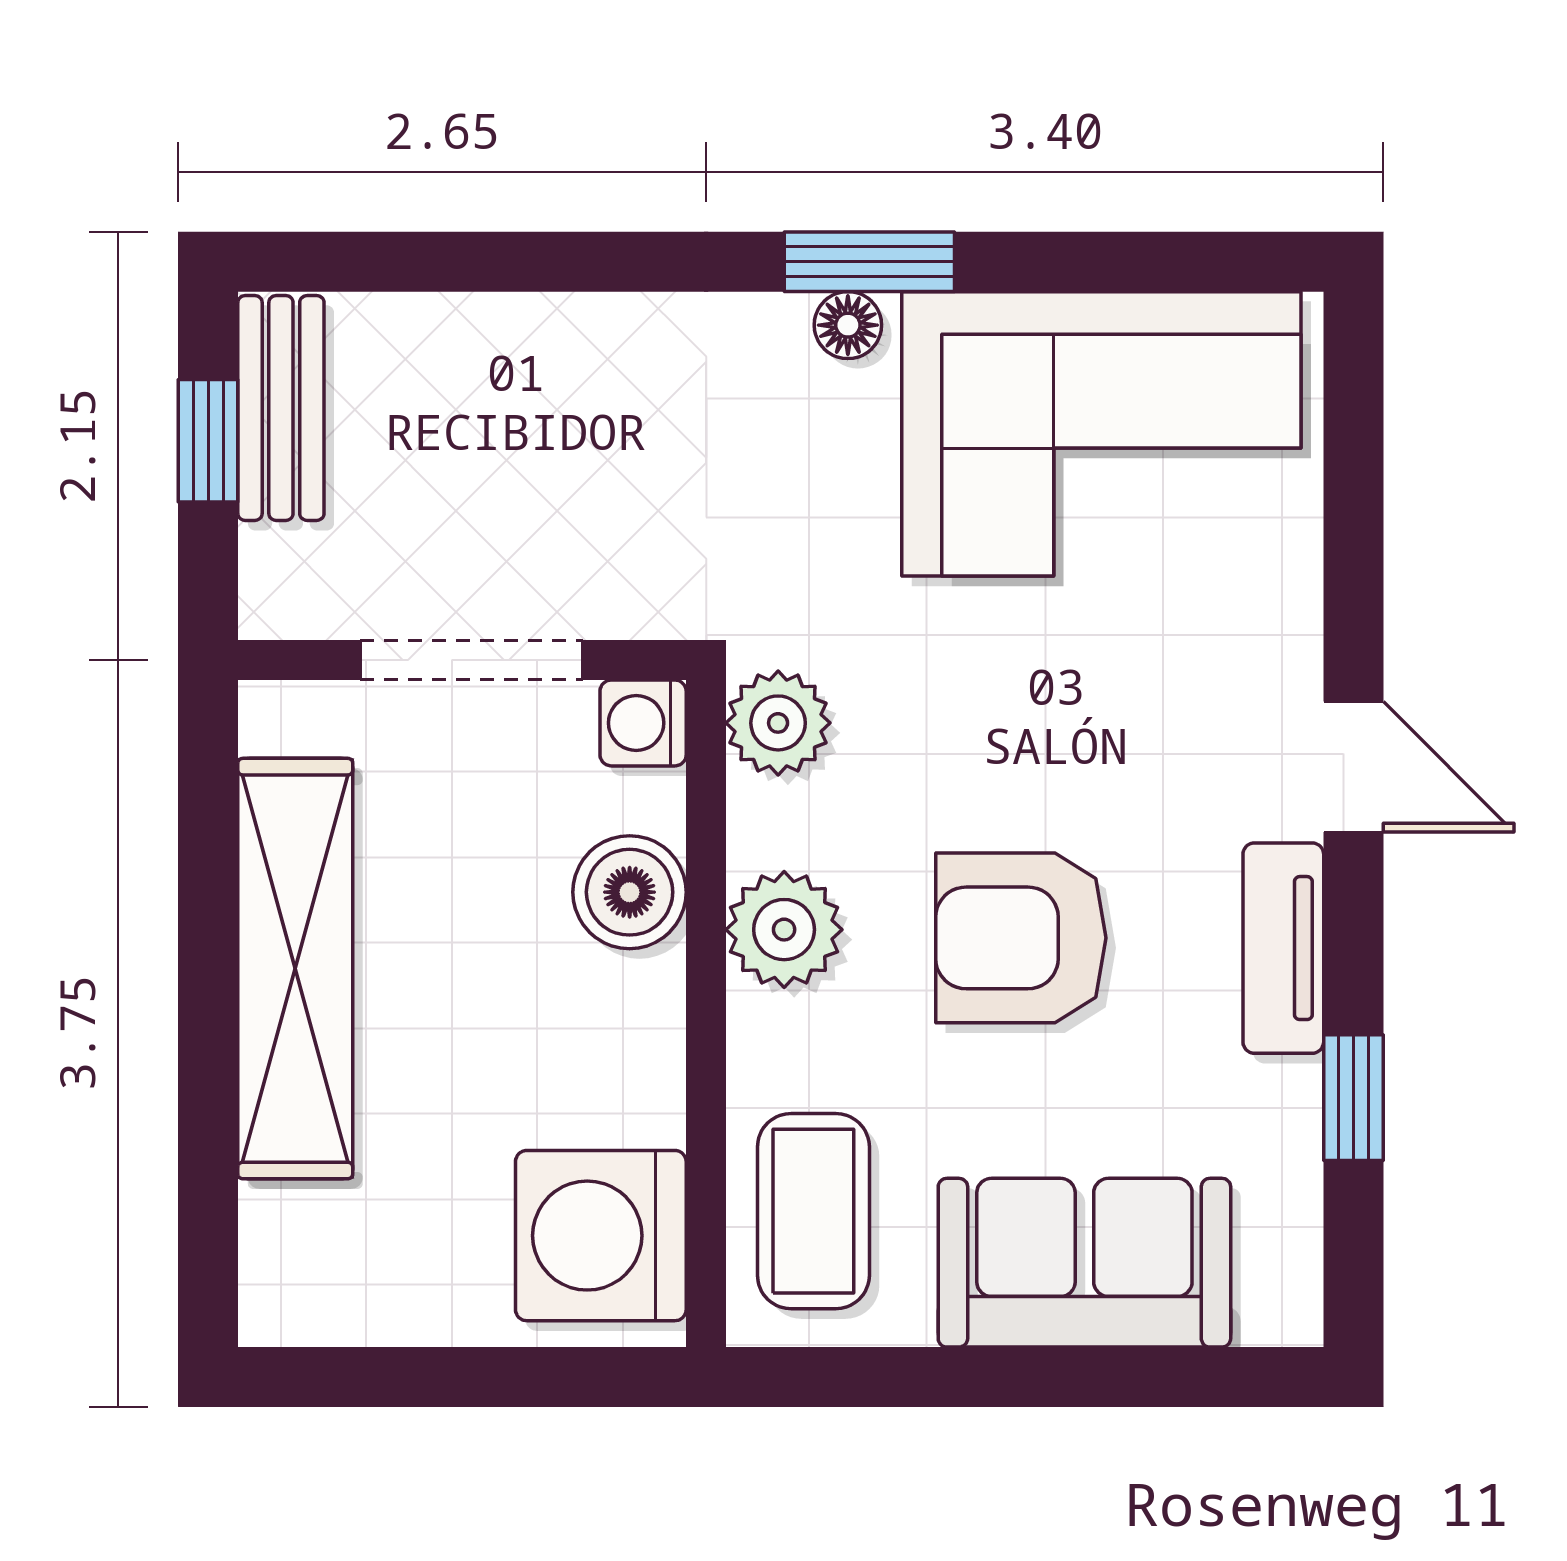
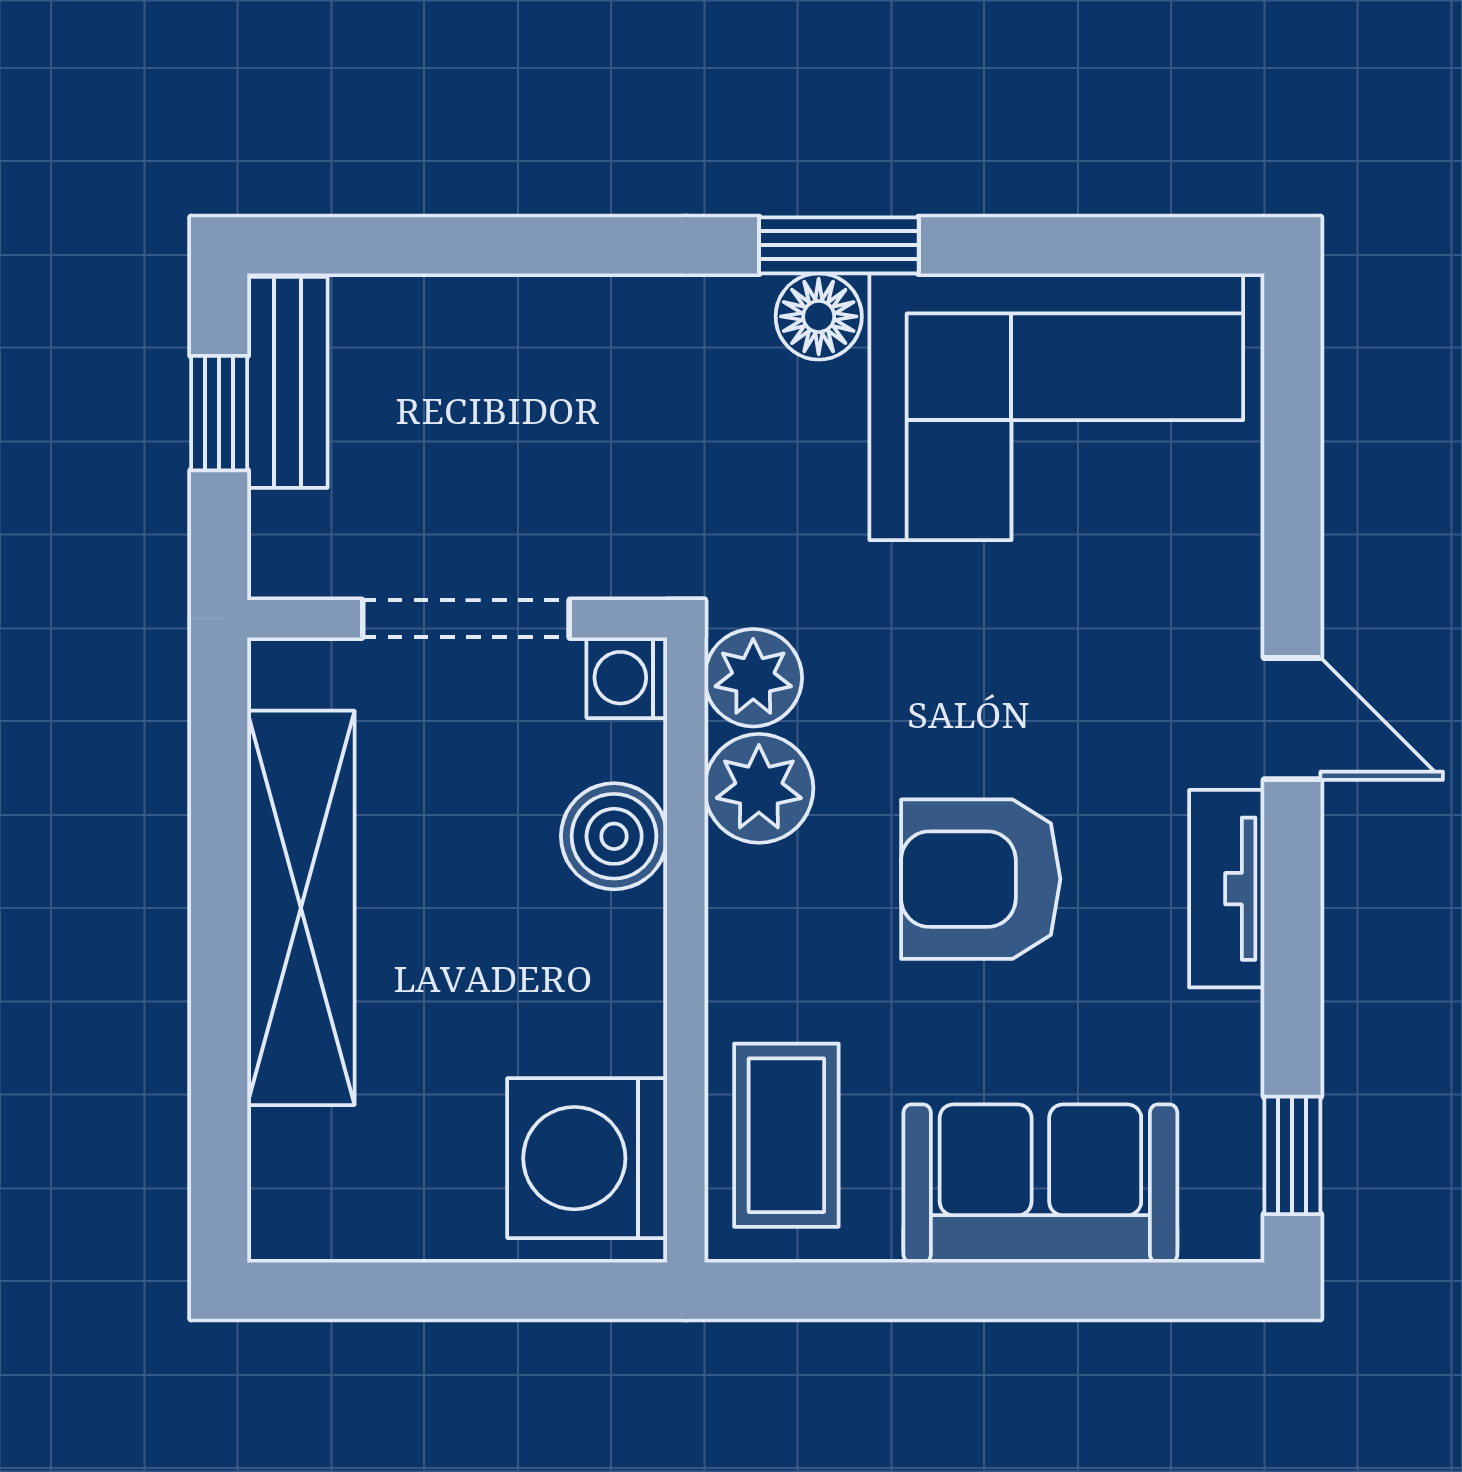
floor lamp: (848, 325) -> (819, 316), width x1.37, depth x1.37
plant: (784, 930) -> (759, 788), moved
window: (1353, 1098) -> (1292, 1155), moved

